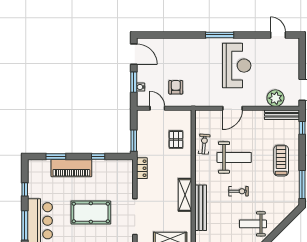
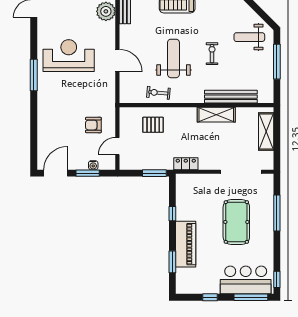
weight bench: (253, 224) -> (249, 37), turned 90

